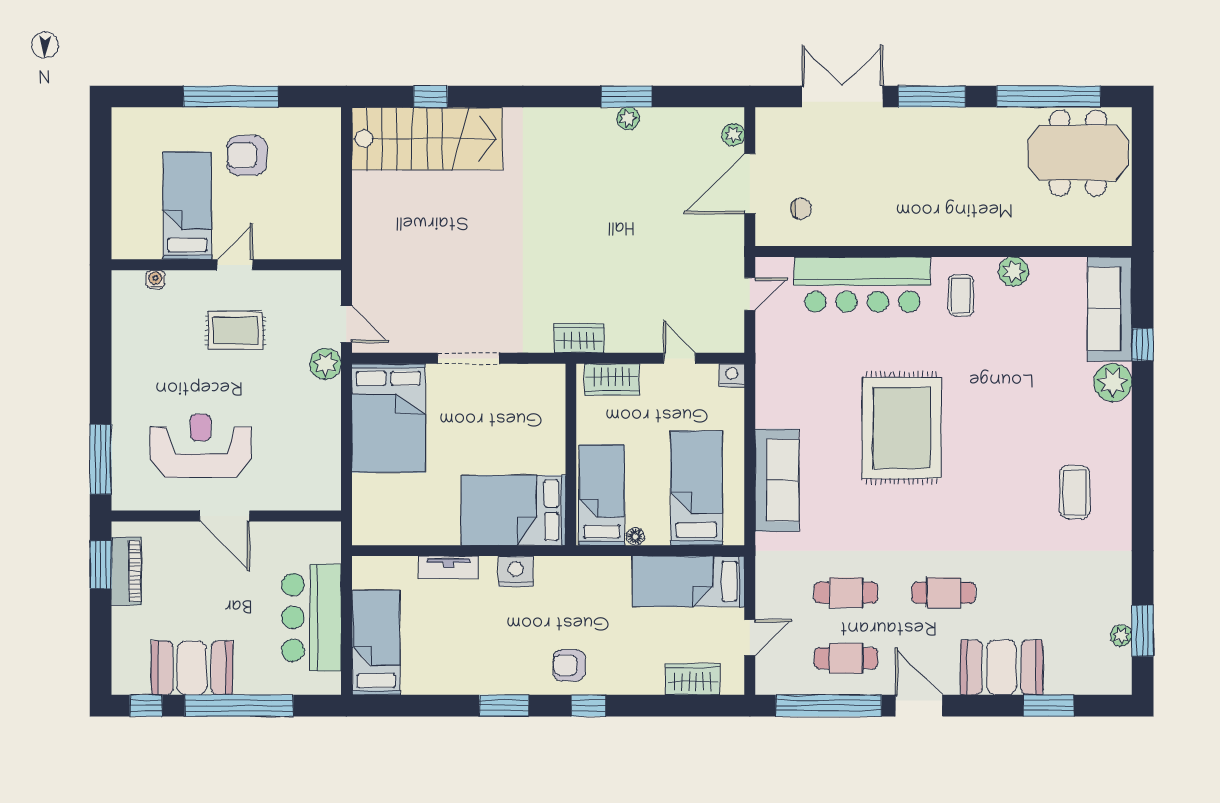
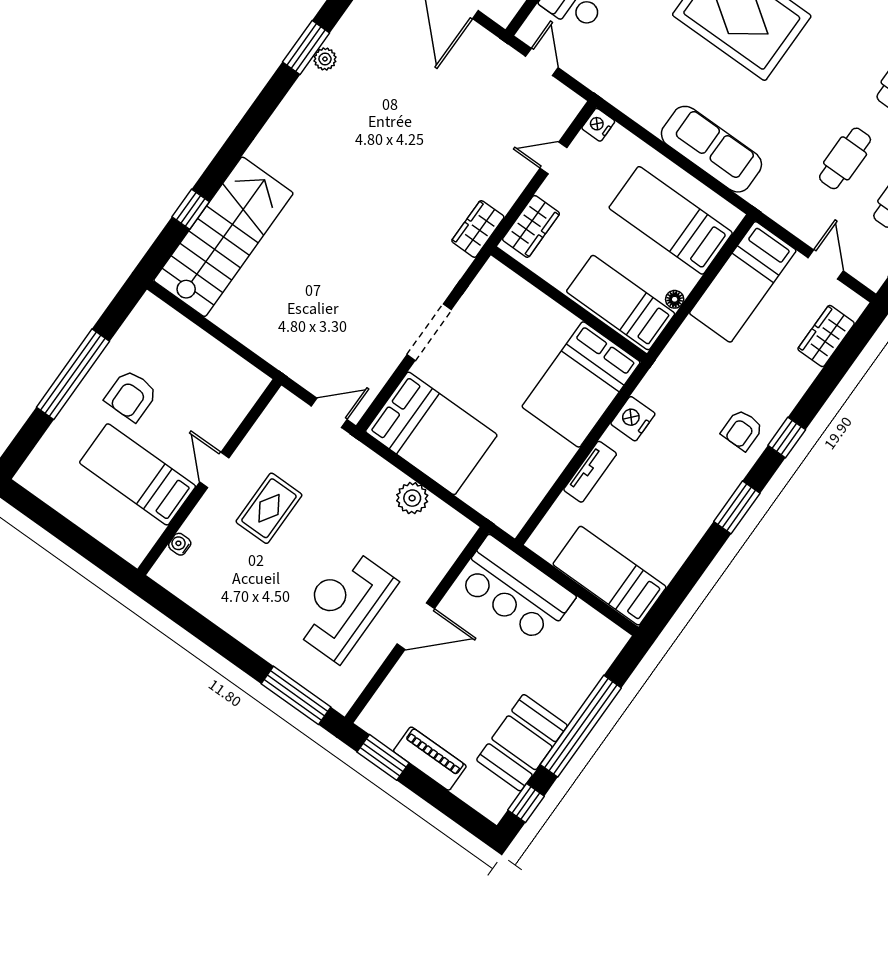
plant: (325, 364) -> (412, 498), moved
piano: (127, 571) -> (430, 759), moved
bar counter: (311, 617) -> (515, 589), moved

